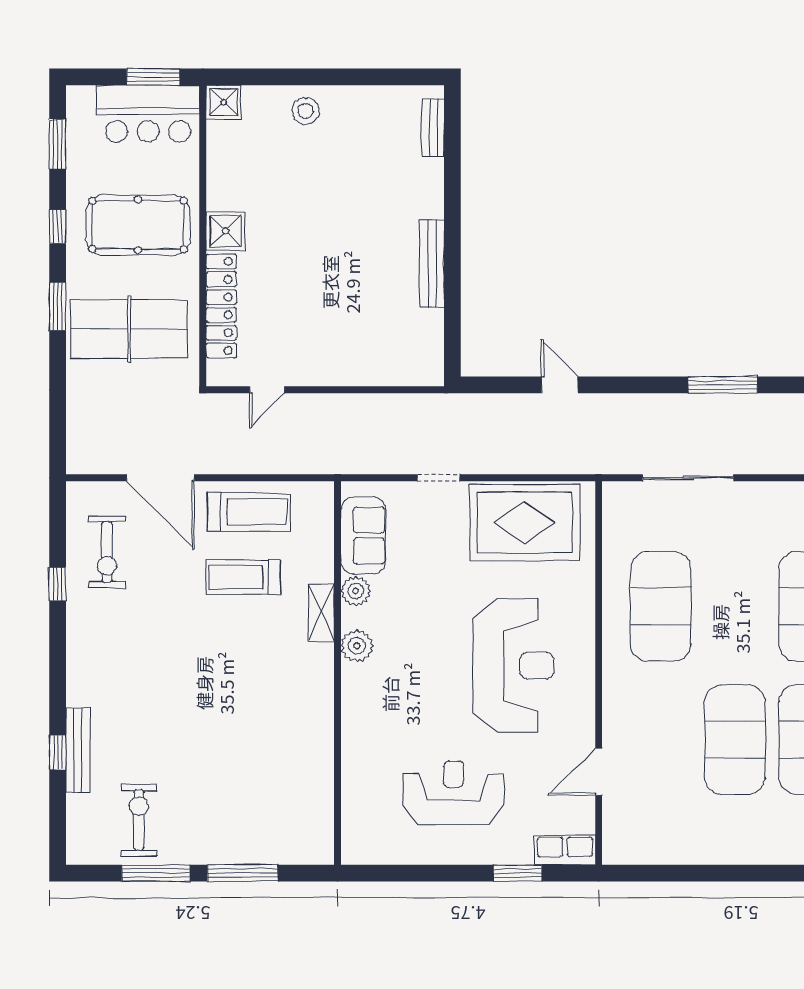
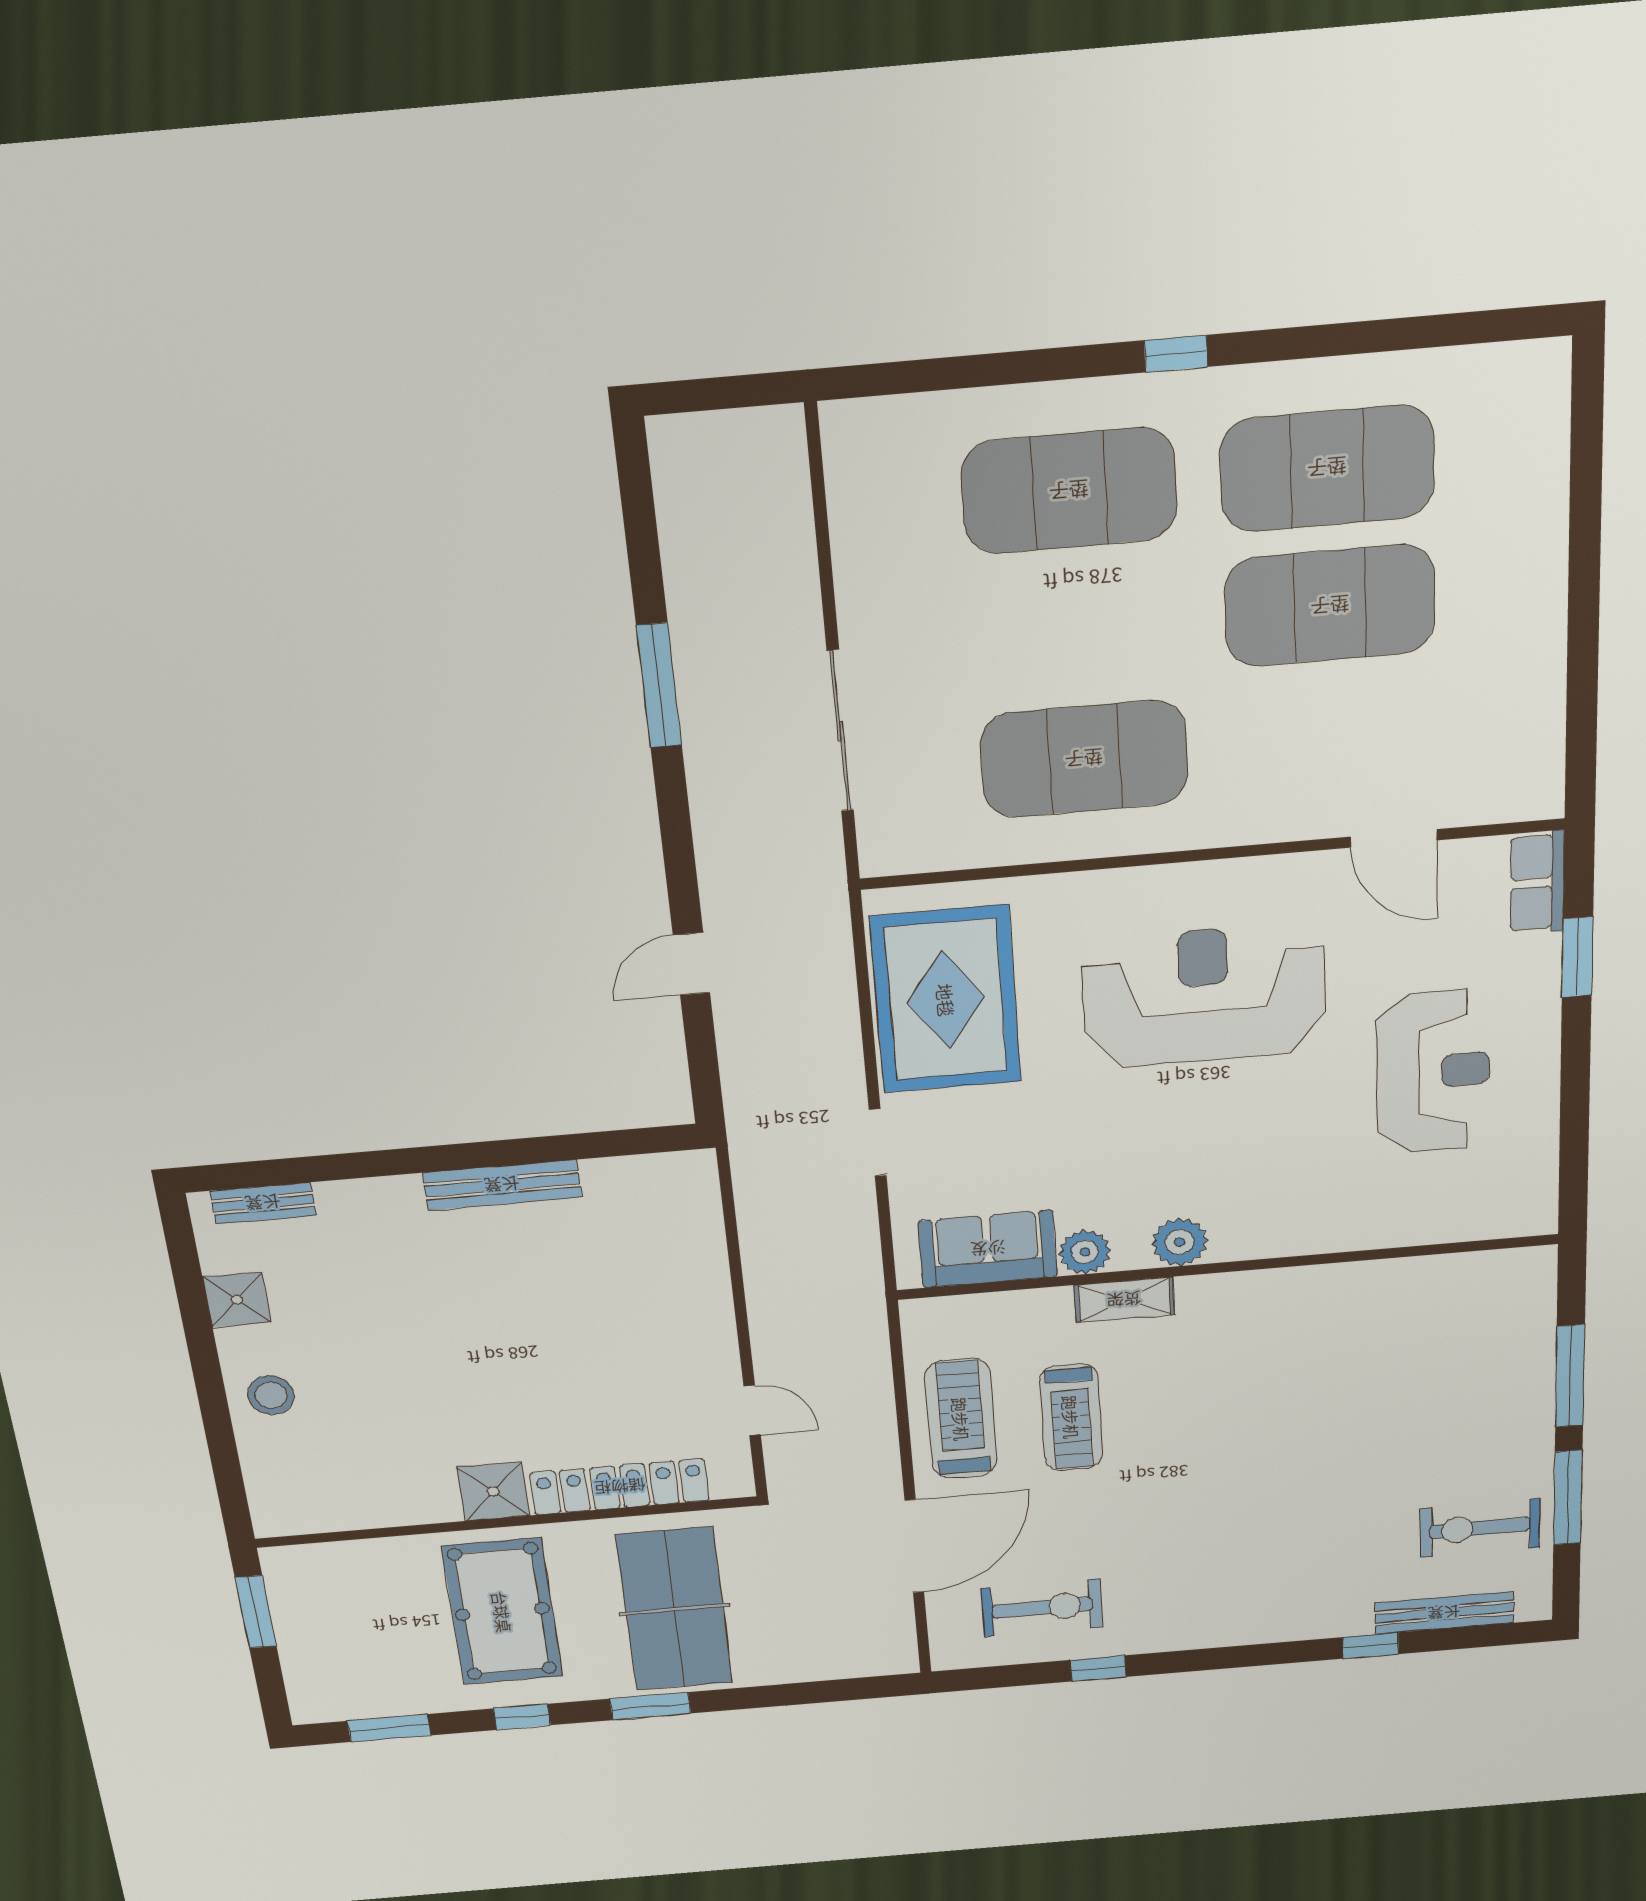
shower: (224, 102) -> (237, 1300), moved
bar counter: (148, 114) -> (318, 1613), removed
bench: (78, 750) -> (1444, 1613), moved
reception desk: (454, 793) -> (1433, 1072), turned 180

